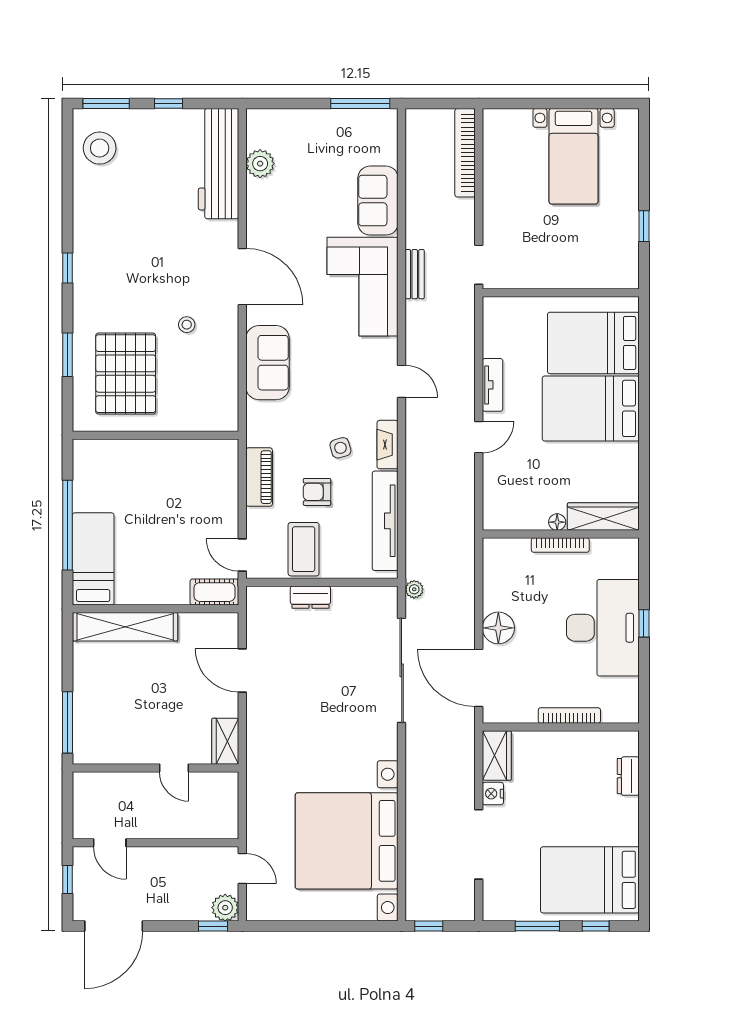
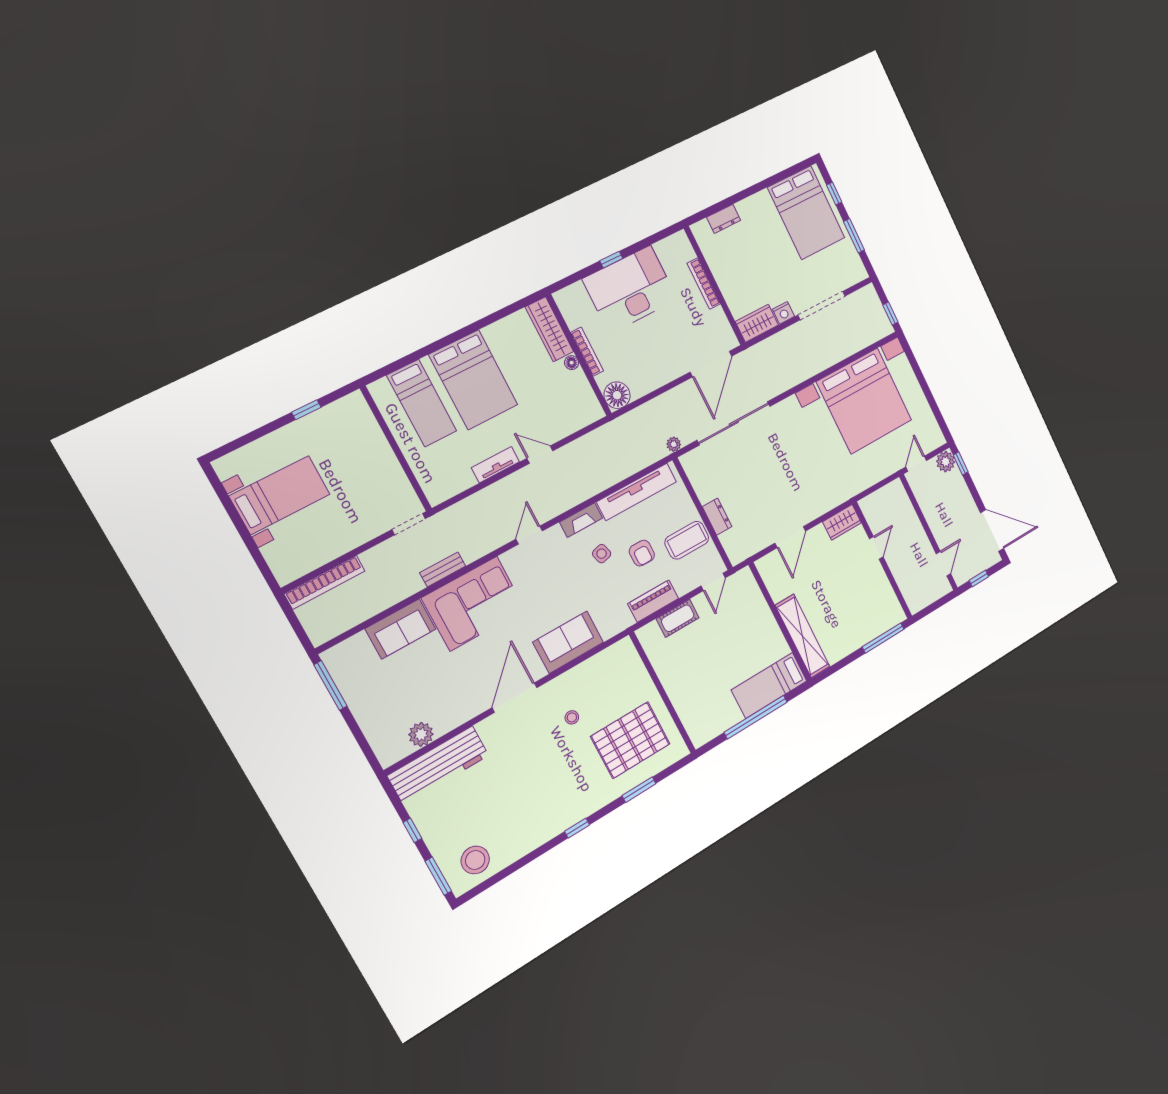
bed: (593, 343) -> (422, 403), width x0.67
cot: (214, 592) -> (678, 618), moved, turned 90
floor lamp: (498, 628) -> (617, 395), moved

